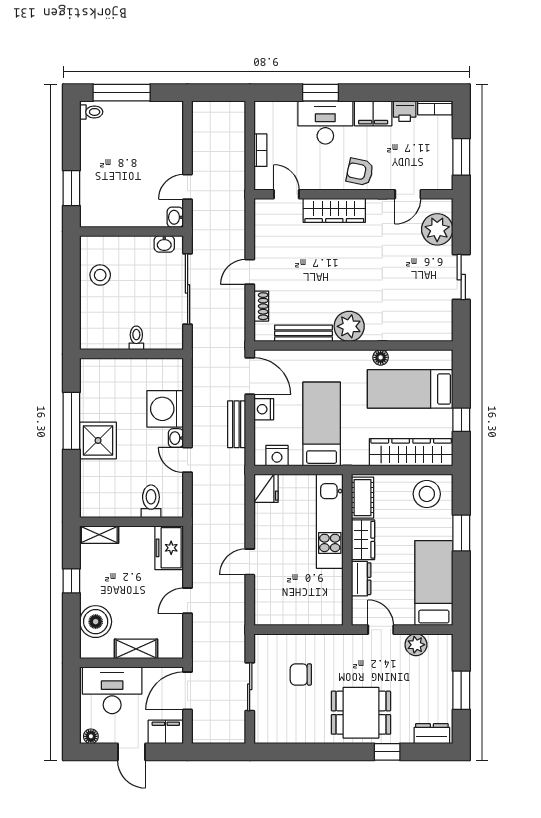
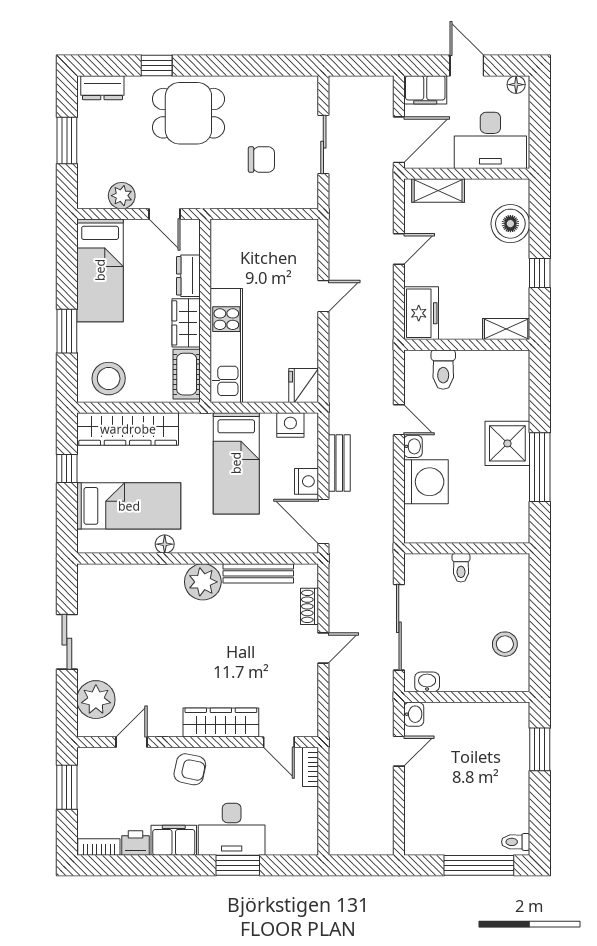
bookcase: (260, 150) -> (310, 767), moved
shelving: (136, 649) -> (438, 190), moved

